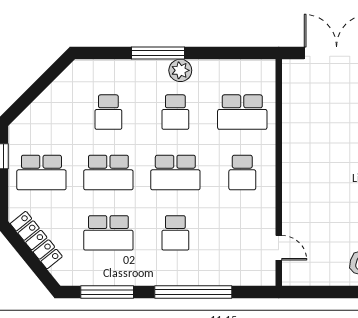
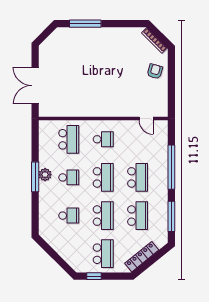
window: (158, 53) -> (35, 177), moved
school desk: (175, 233) -> (138, 177), width x1.85
door: (279, 248) -> (146, 118), swing flipped

